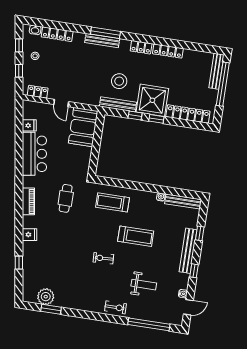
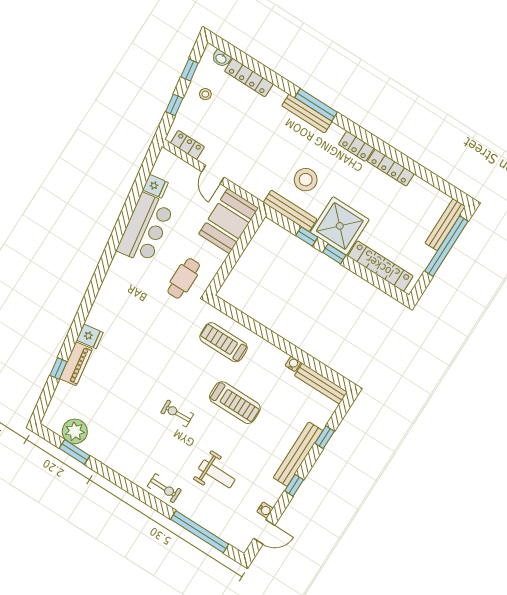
cafe table: (66, 198) -> (184, 278), moved
piano: (28, 201) -> (76, 364), moved

